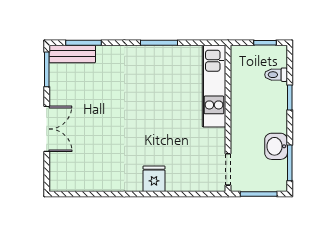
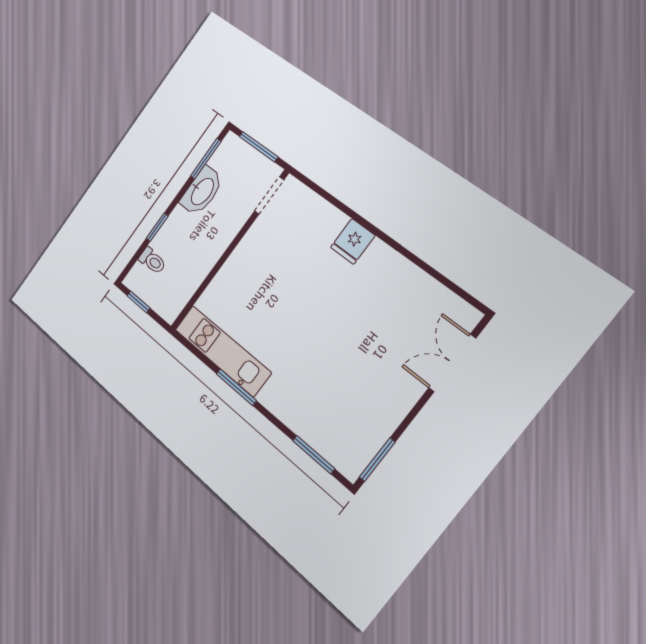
bench: (72, 54) -> (335, 453), removed
kitchen unit: (214, 86) -> (222, 351), moved, turned -90
double door: (47, 129) -> (452, 363), moved
washbasin: (276, 146) -> (202, 191), width x1.38

